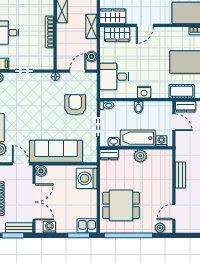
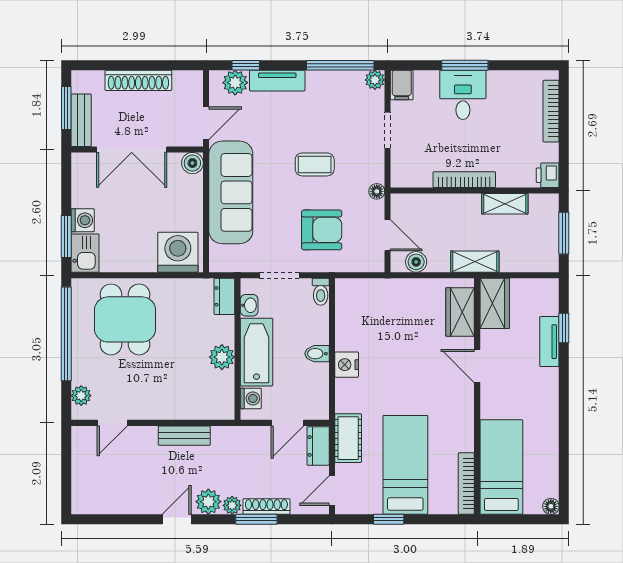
desk: (114, 77) -> (377, 306), removed
coffee table: (42, 108) -> (315, 164), added
door: (174, 212) -> (112, 423), swing flipped
washing machine: (49, 227) -> (83, 220), moved

